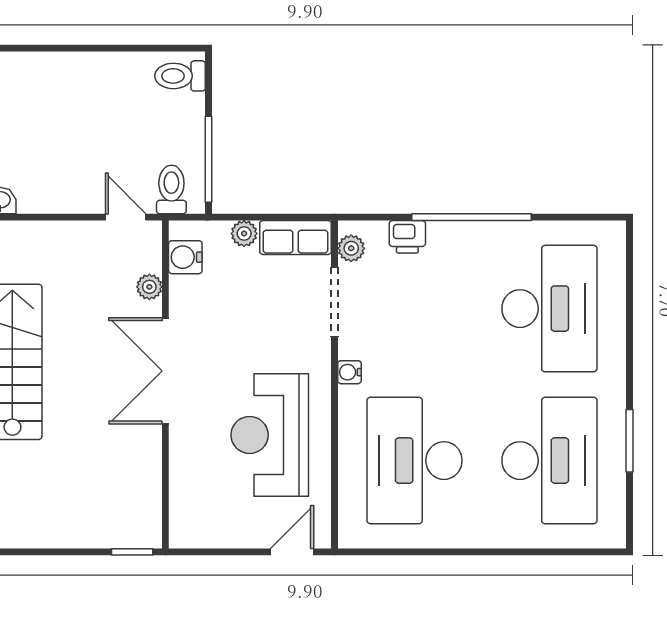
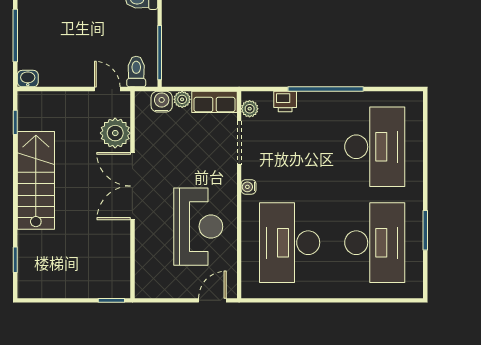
water cooler: (185, 257) -> (162, 102), moved, turned 90
plant: (149, 287) -> (115, 133), width x1.88, depth x1.88
reception desk: (270, 435) -> (198, 227), turned 180

